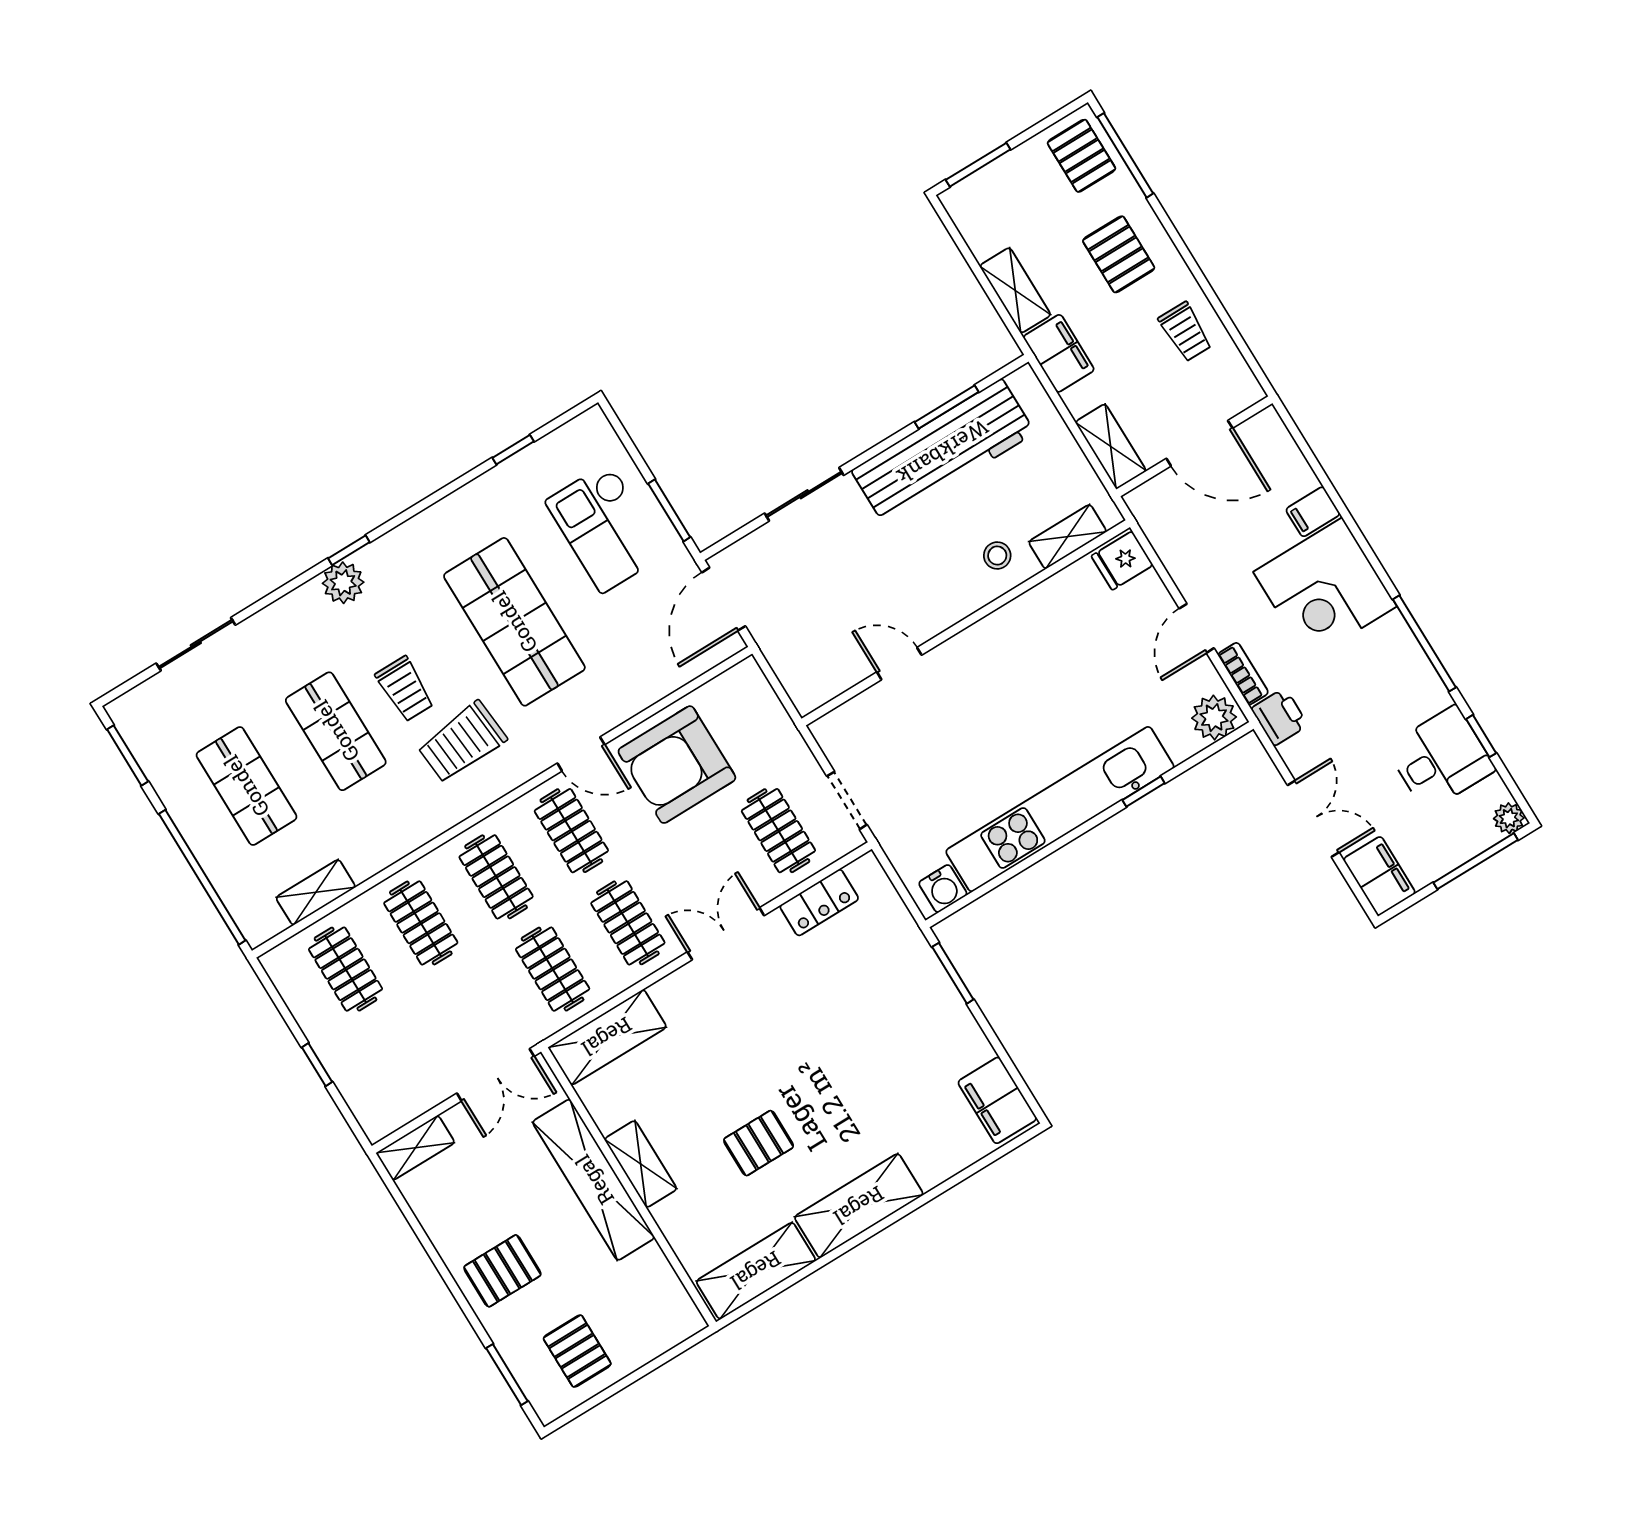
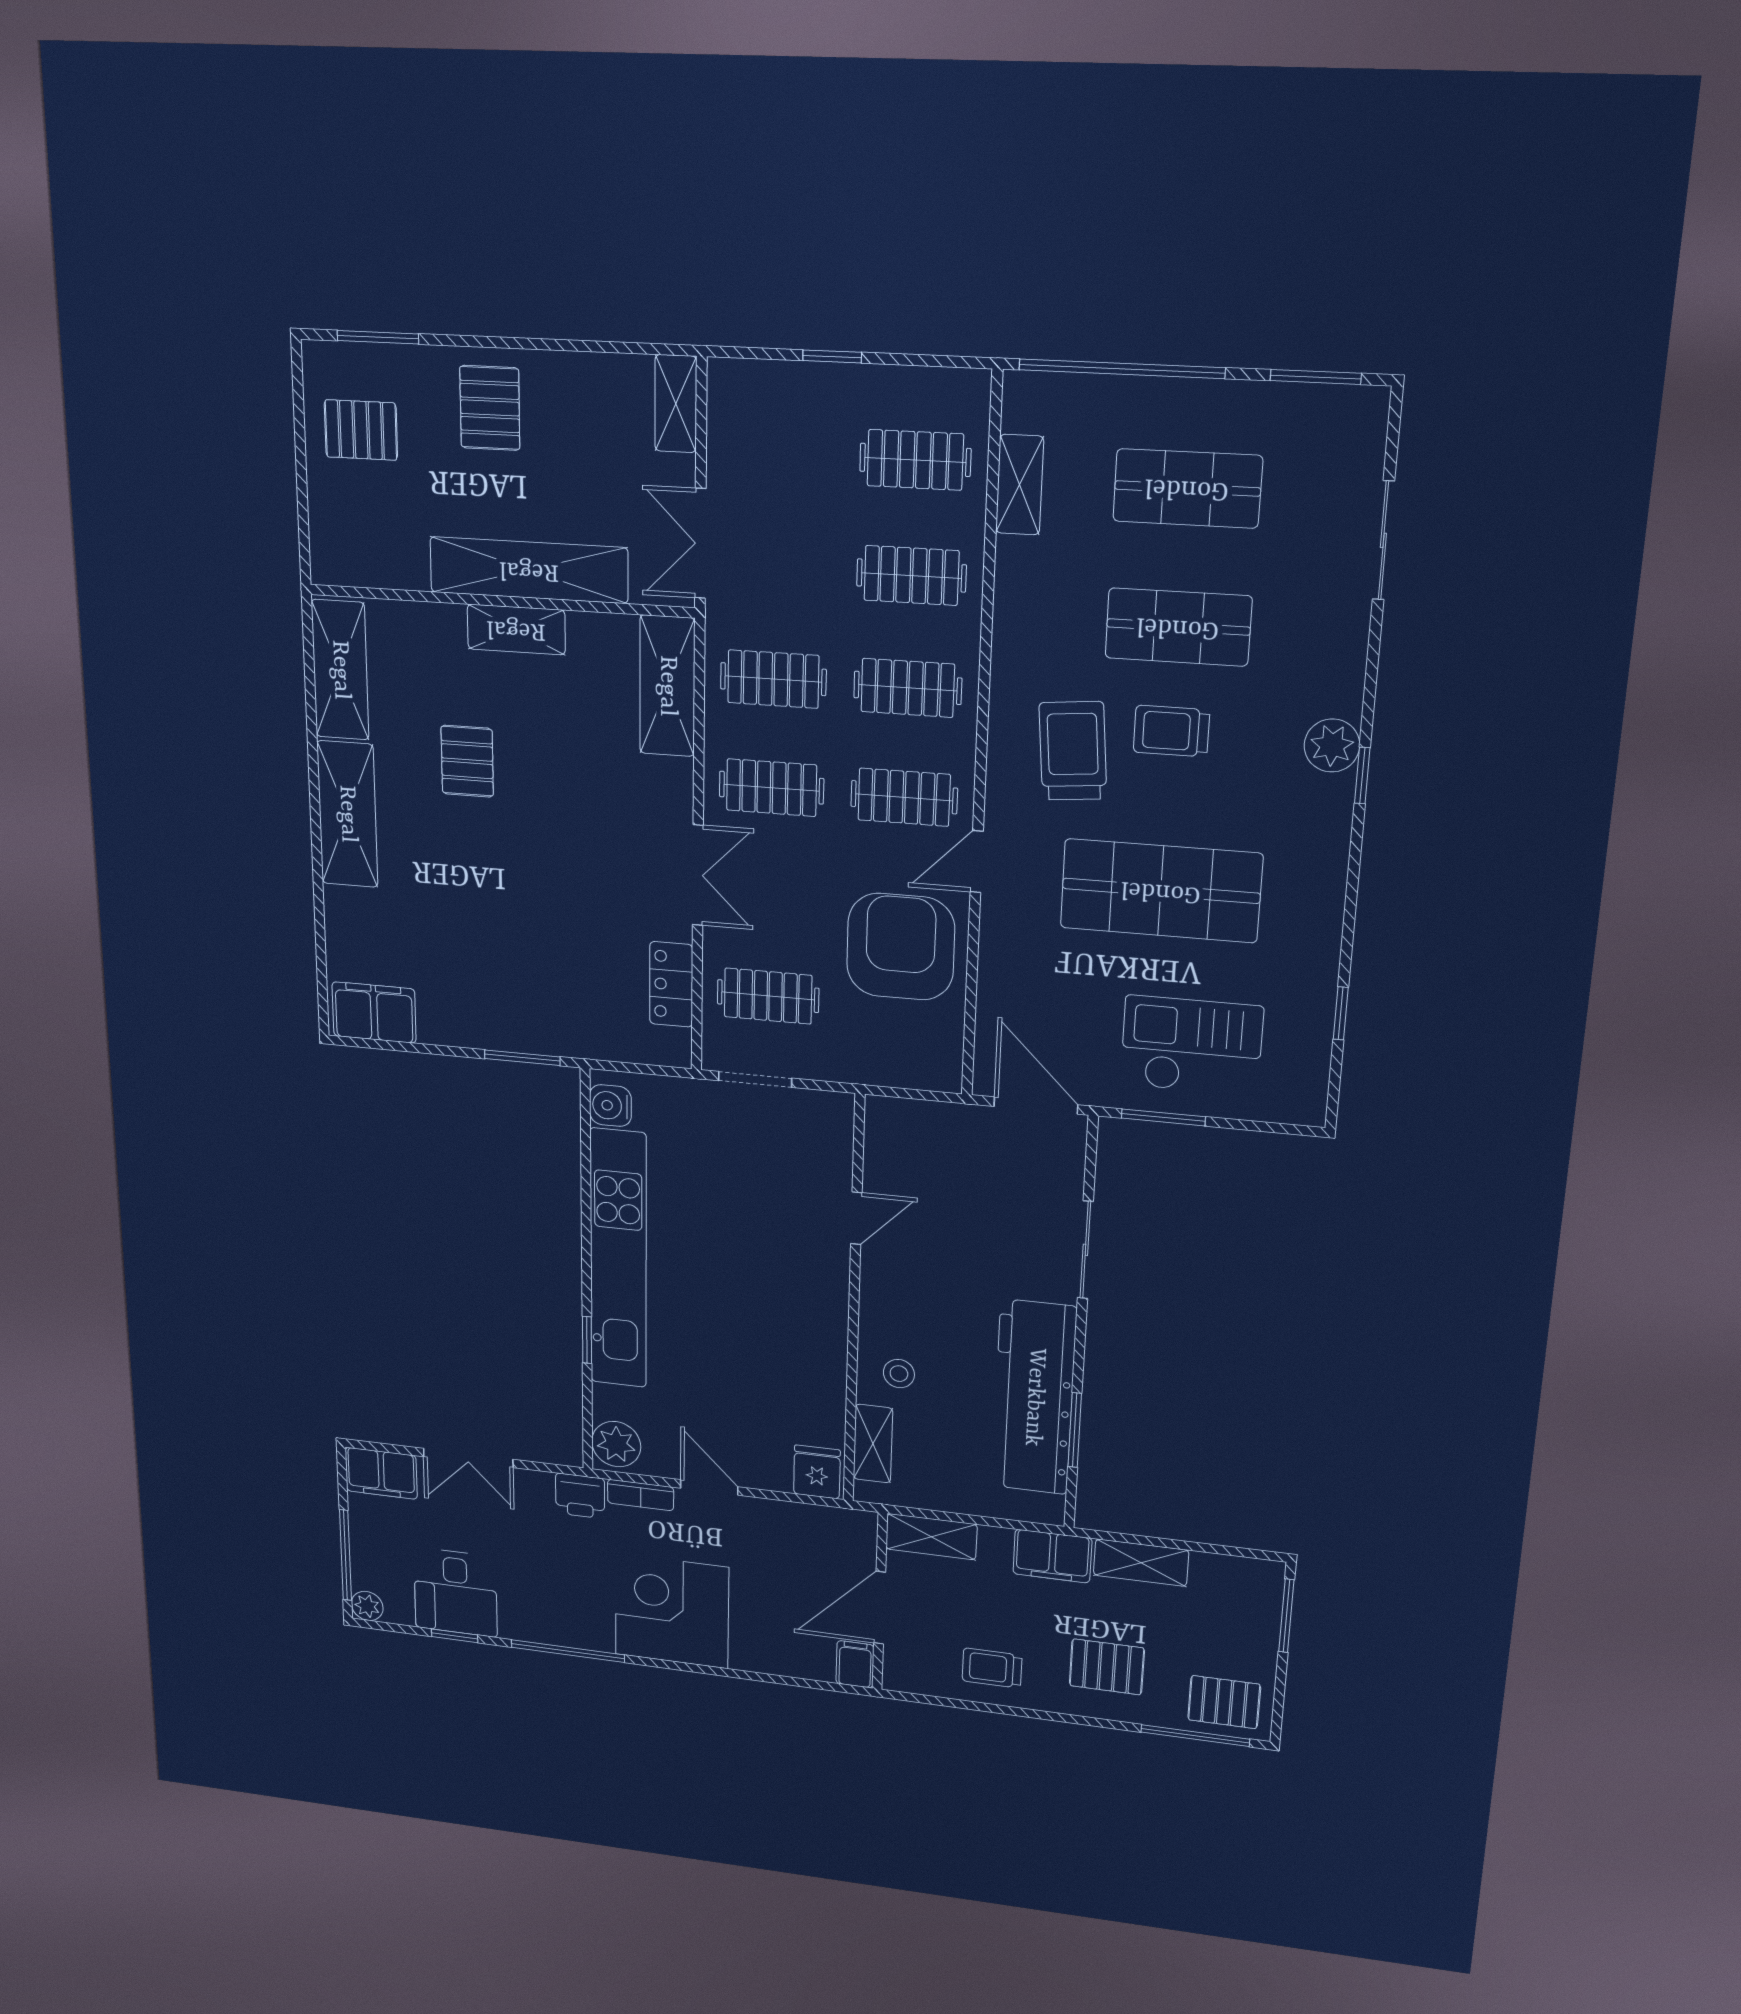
filing cabinet: (1313, 512) -> (855, 1664), moved

